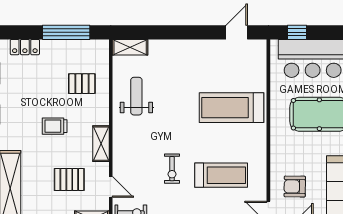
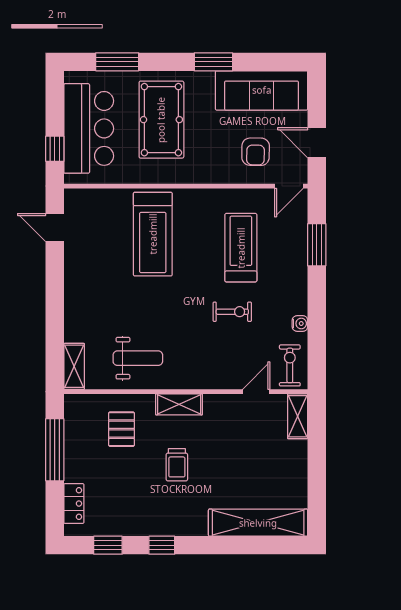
weight bench: (136, 96) -> (138, 358), turned 180
shelving: (101, 144) -> (179, 404), moved
pallet: (69, 179) -> (246, 446), removed

